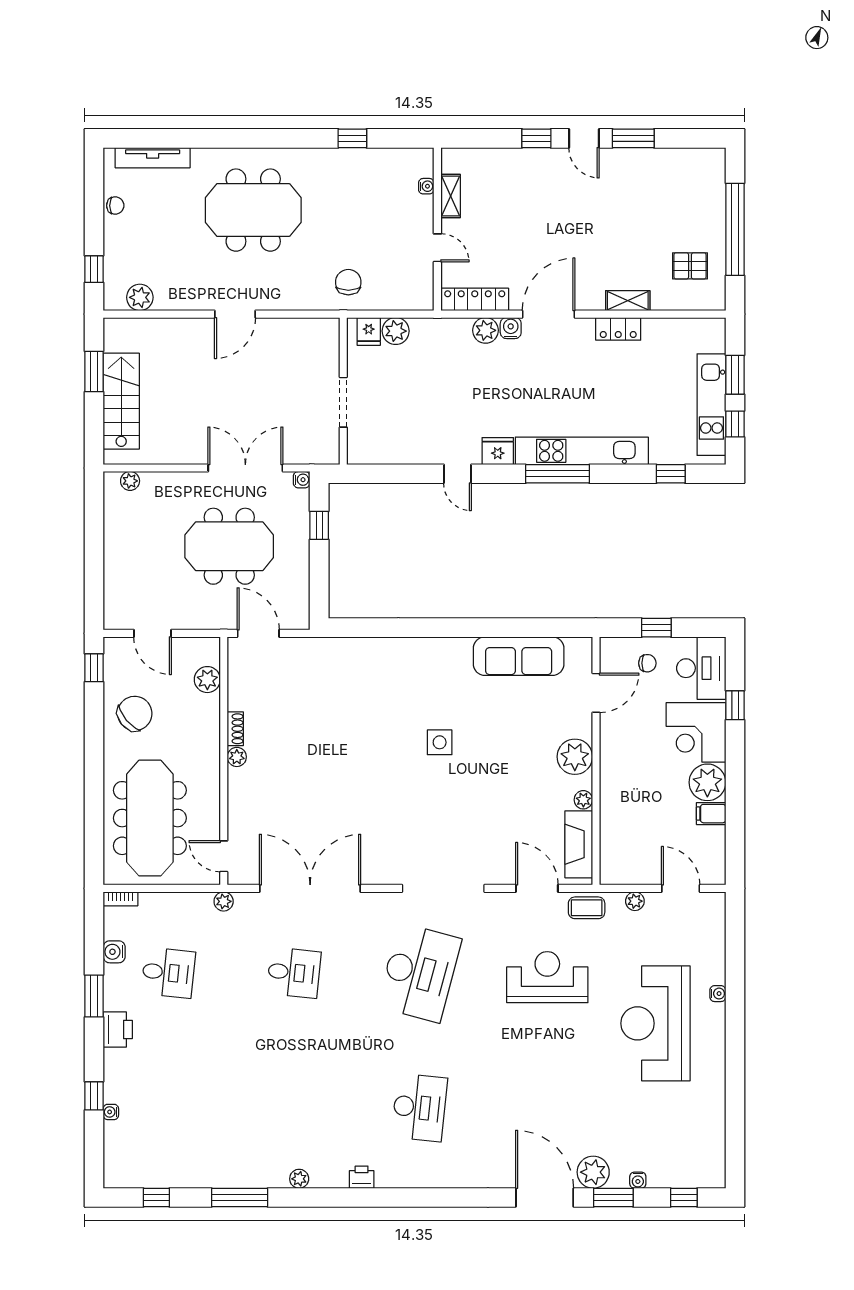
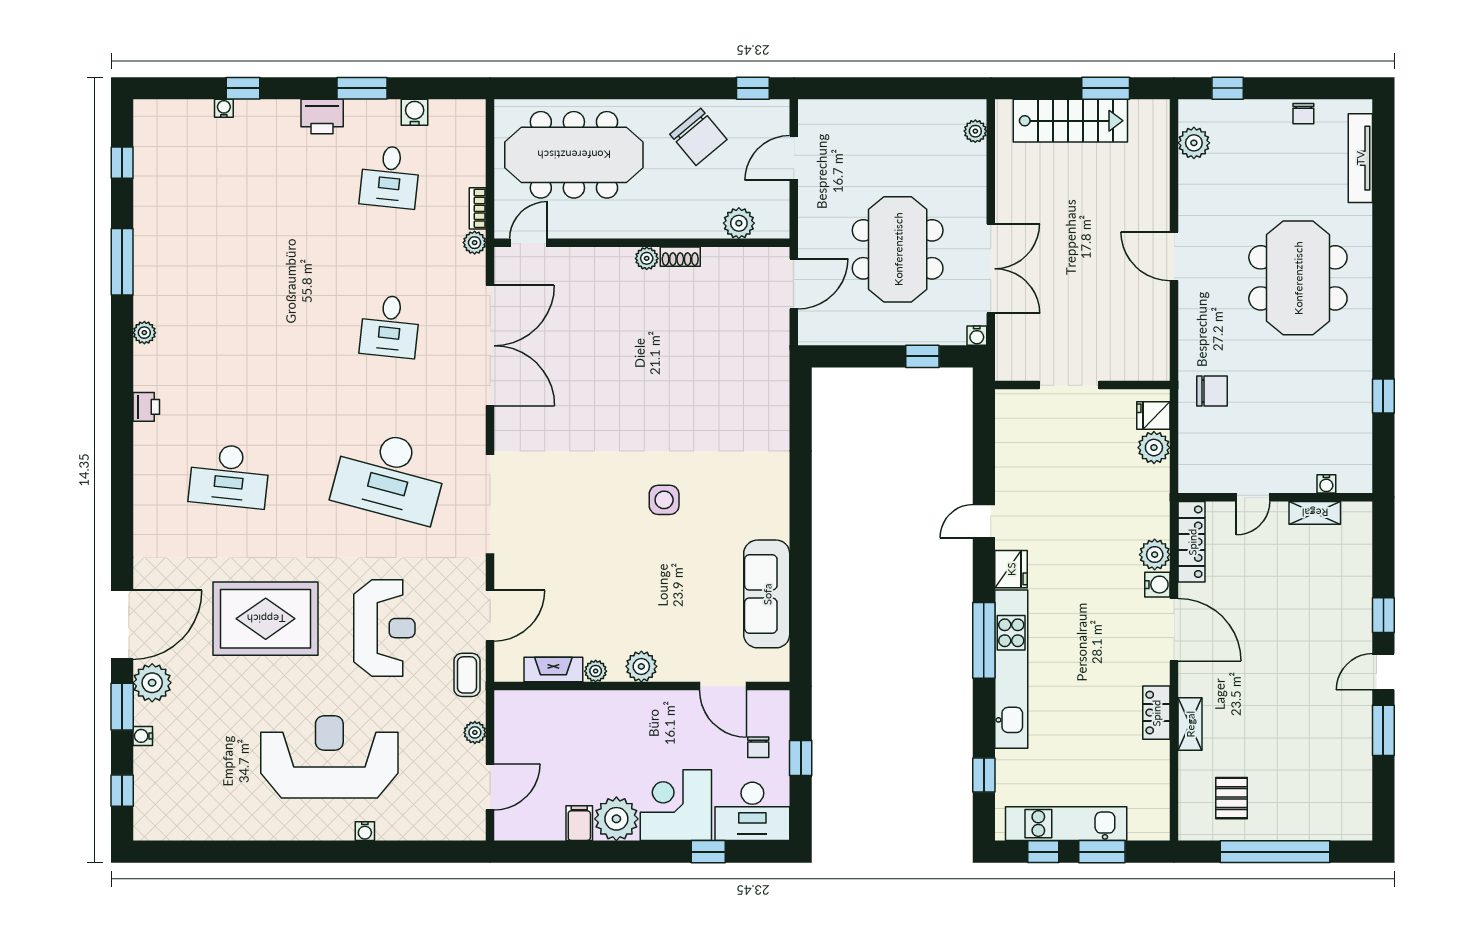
plant: (575, 757) -> (641, 666), width x0.73, depth x0.73
fireplace: (579, 844) -> (553, 669), width x0.73, depth x0.76
bookcase: (120, 899) -> (478, 208), moved
rug: (539, 1077) -> (266, 619), added

